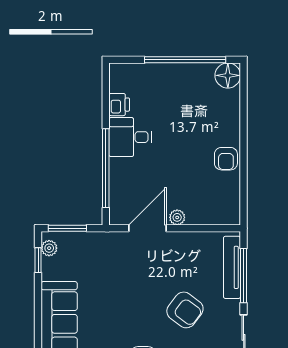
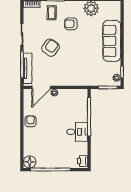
printer: (119, 105) -> (83, 161), moved
door: (148, 228) -> (41, 87), moved
armchair: (185, 310) -> (51, 48), turned 89

